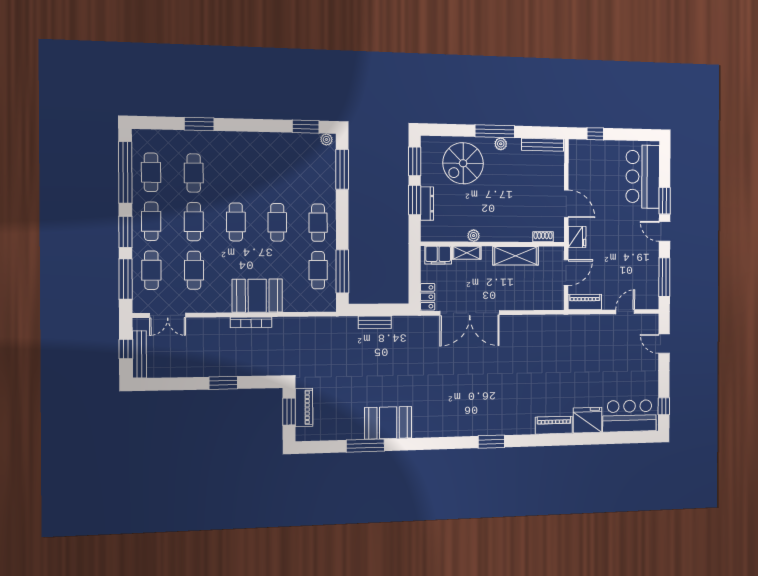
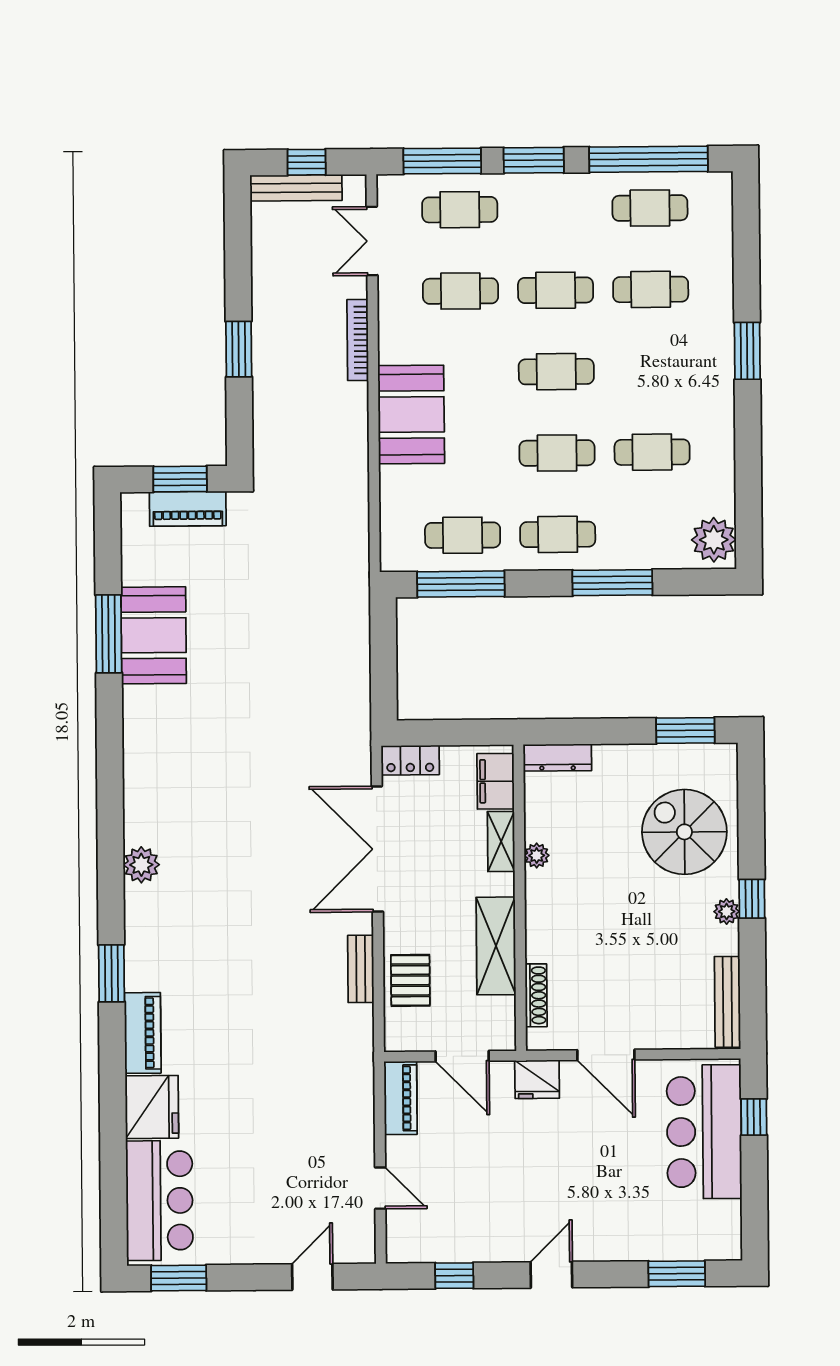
window: (199, 124) -> (747, 351), moved
window: (306, 127) -> (749, 508), removed
window: (495, 131) -> (752, 899), width x0.46
plant: (326, 139) -> (714, 540), width x1.88, depth x1.88
window: (342, 169) -> (612, 583), moved
bar counter: (643, 177) -> (704, 1132), moved, turned -90
window: (415, 200) -> (607, 731), removed
window: (665, 201) -> (677, 1274), moved
dresser: (427, 204) -> (557, 758), moved
door: (566, 204) -> (606, 1055), hinge flipped
cafe table: (151, 221) -> (652, 452), moved
shoe rack: (543, 237) -> (536, 995), width x1.43
window: (664, 277) -> (454, 1276), width x0.46
pallet: (531, 297) -> (410, 980), added
bookcase: (251, 322) -> (358, 340), moved
bench: (375, 322) -> (361, 969), moved
window: (664, 406) -> (179, 1278), width x1.50
booth: (388, 423) -> (154, 635), moved
plant: (476, 427) -> (141, 865), added
window: (491, 442) -> (112, 973), moved

